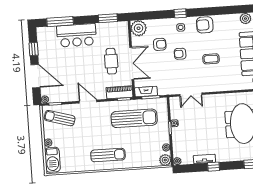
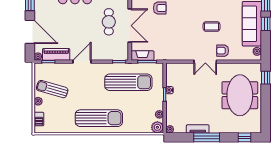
armchair: (180, 54) -> (223, 51), moved
piano: (119, 92) -> (56, 54), moved
double door: (191, 94) -> (205, 62), moved
door: (88, 102) -> (82, 62), hinge flipped
sun lounger: (60, 118) -> (52, 89), moved
sun lounger: (108, 155) -> (99, 118), width x1.36, depth x1.34
barbecue: (52, 160) -> (39, 119), width x0.53, depth x0.65
window: (214, 167) -> (207, 137), width x2.17

